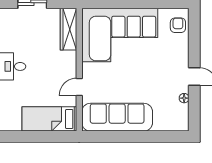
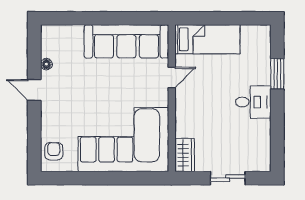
armchair: (178, 25) -> (54, 151), turned 180
wardrobe: (68, 29) -> (185, 155), width x0.67

